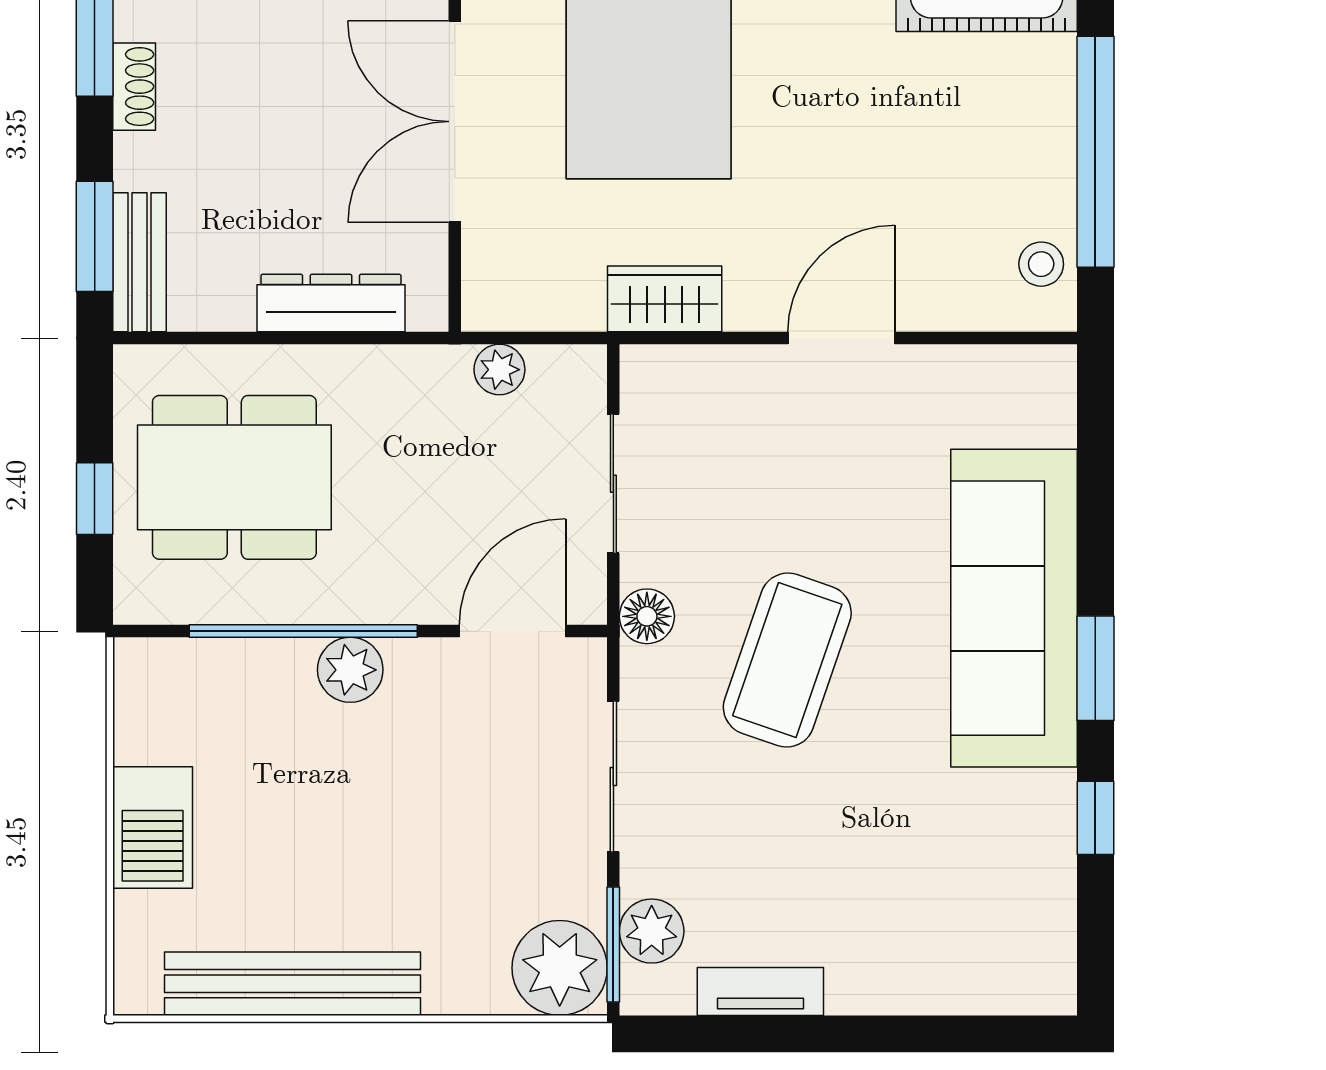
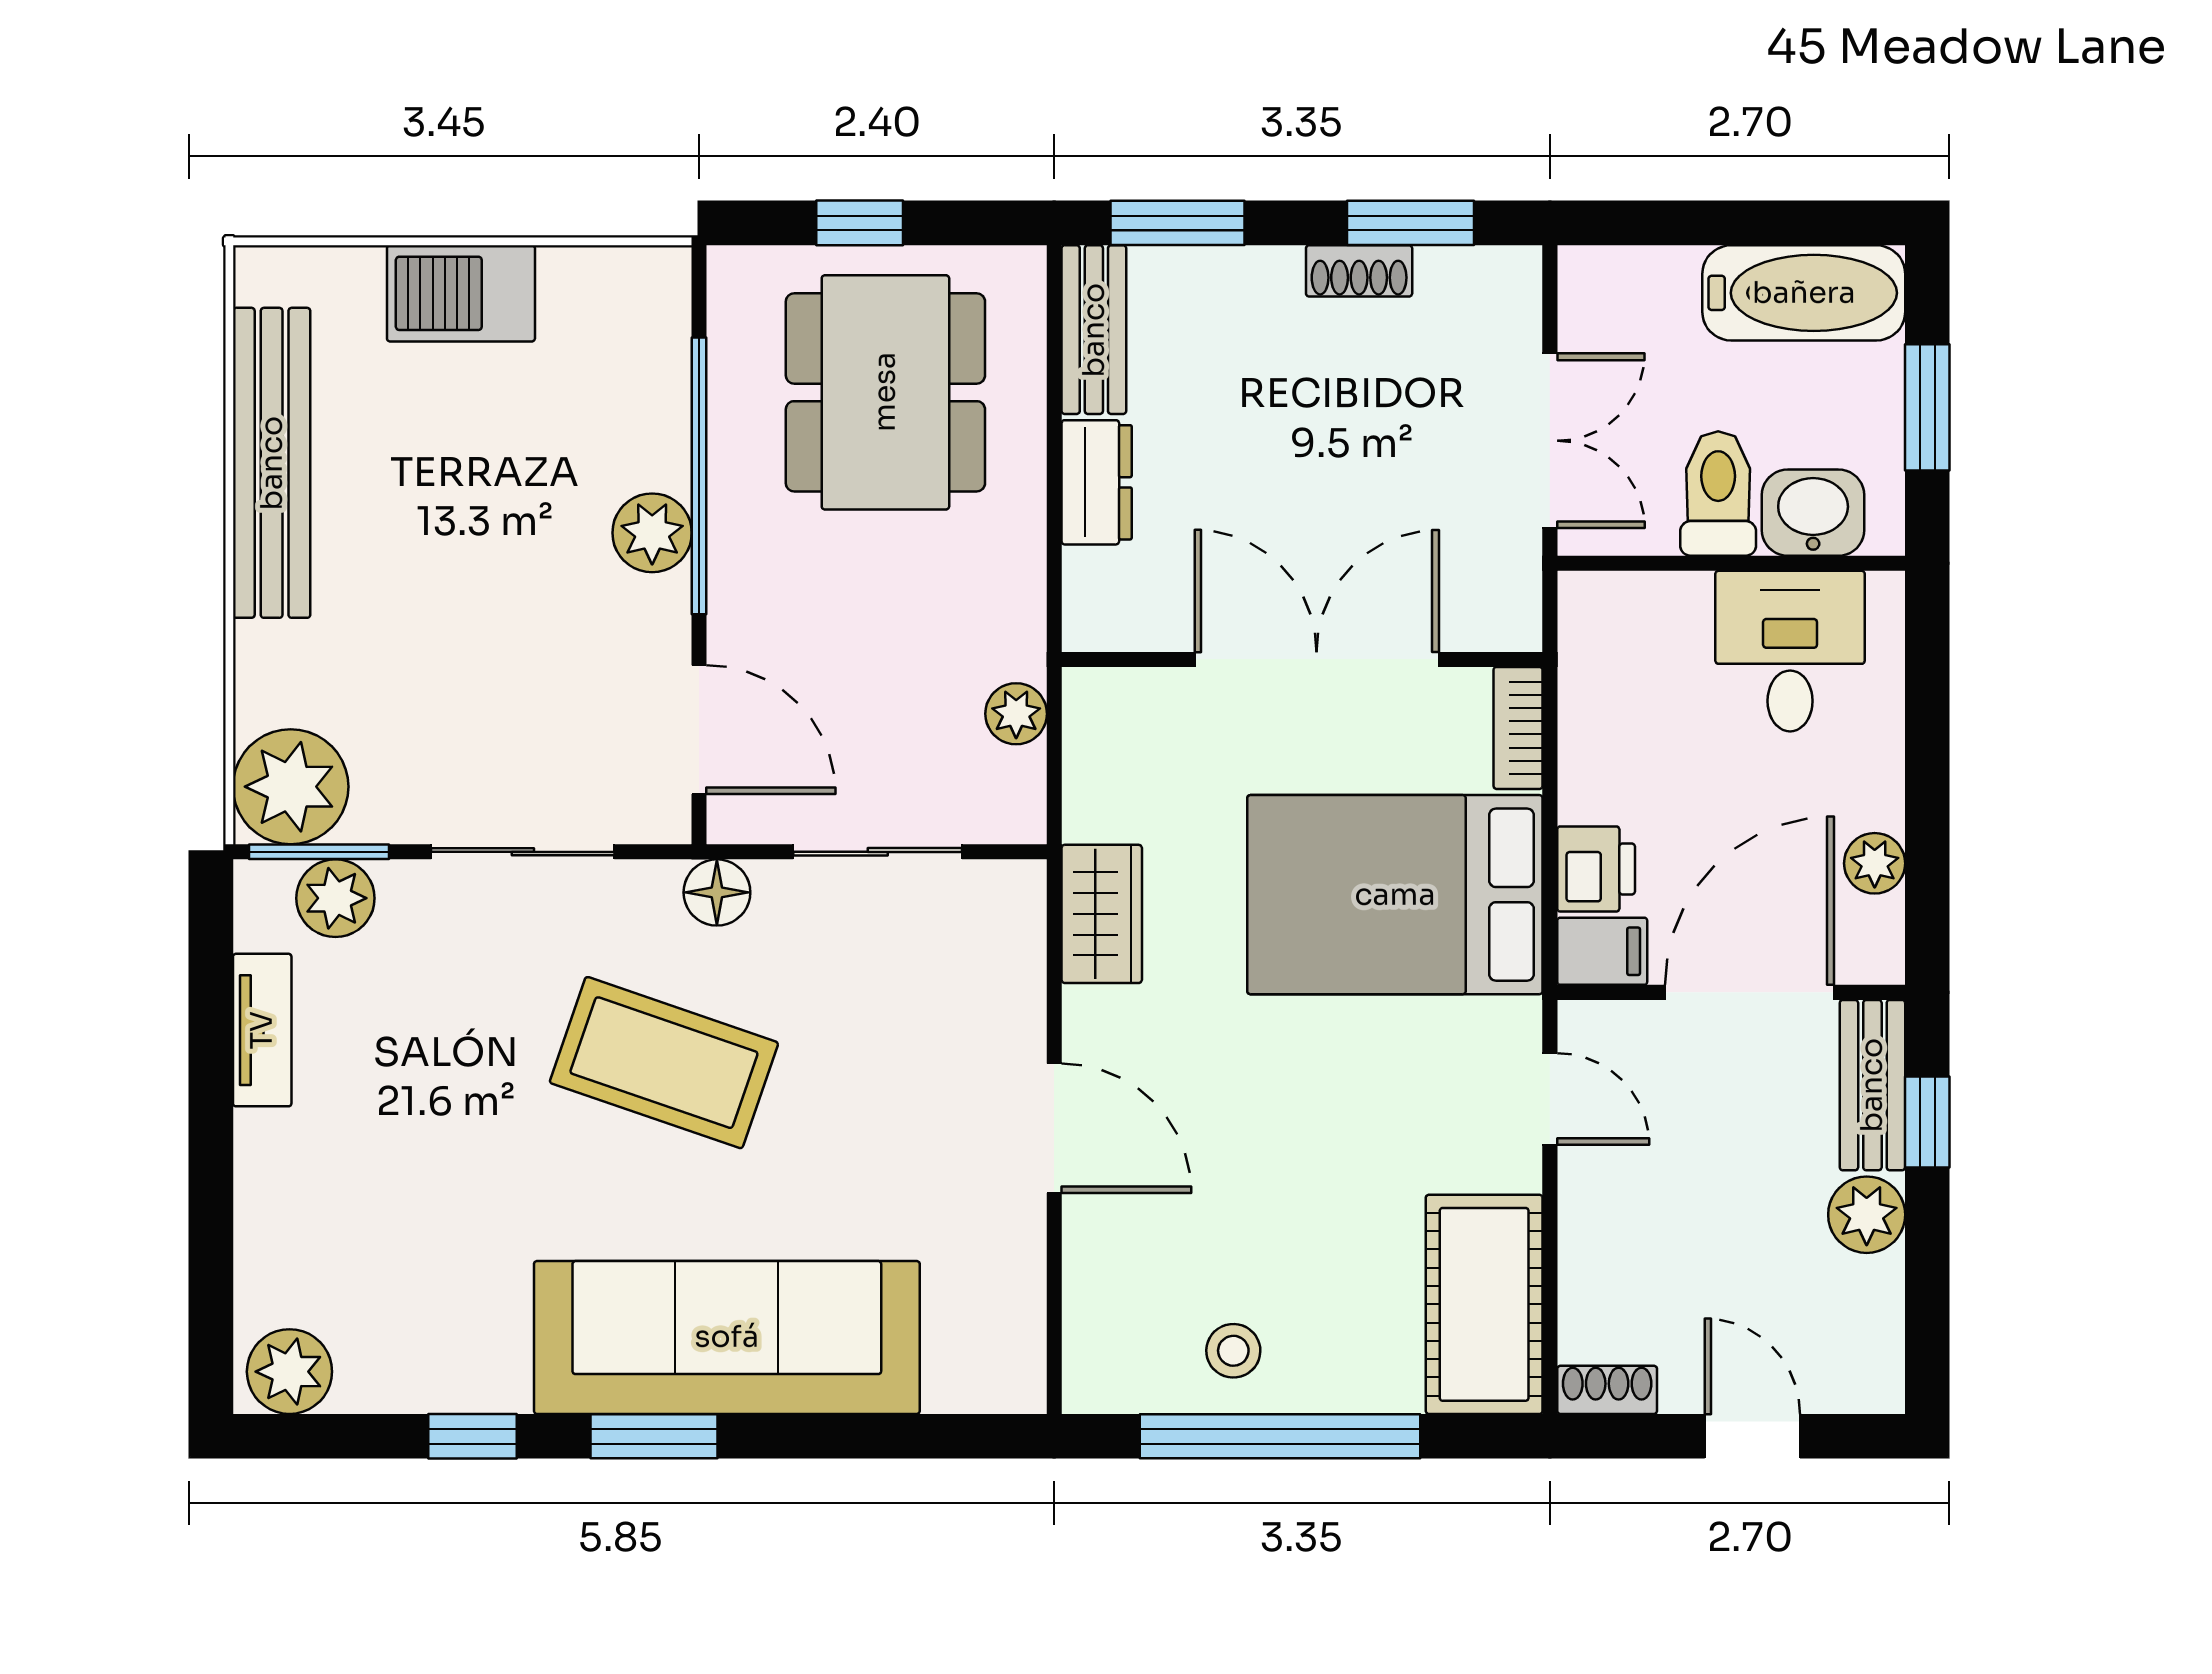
bench: (139, 262) -> (1094, 330), moved, turned 90
stool: (1041, 264) -> (1233, 1351), moved
dresser: (331, 303) -> (1097, 482), width x0.70
plant: (1042, 969) -> (289, 1372), added

